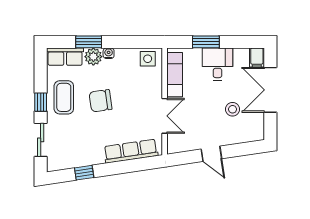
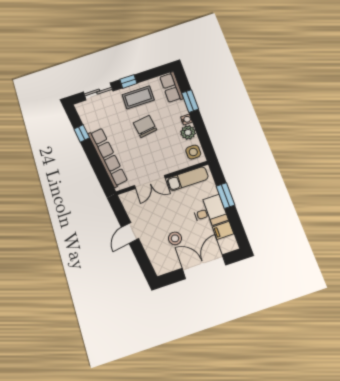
plant: (93, 57) -> (188, 132), moved
filing cabinet: (257, 57) -> (223, 230), moved
row of seats: (131, 151) -> (108, 157), width x1.36

